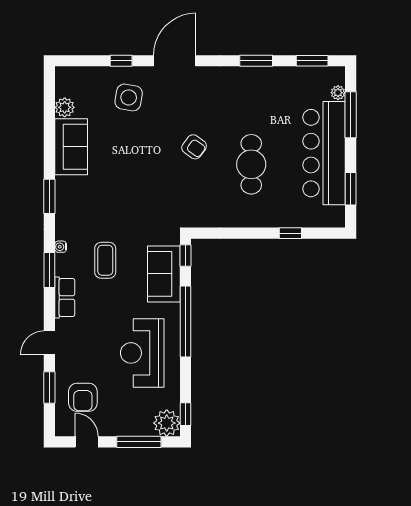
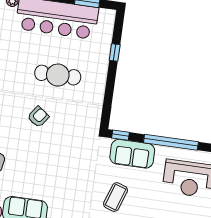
coffee table: (105, 260) -> (115, 197), turned -71

